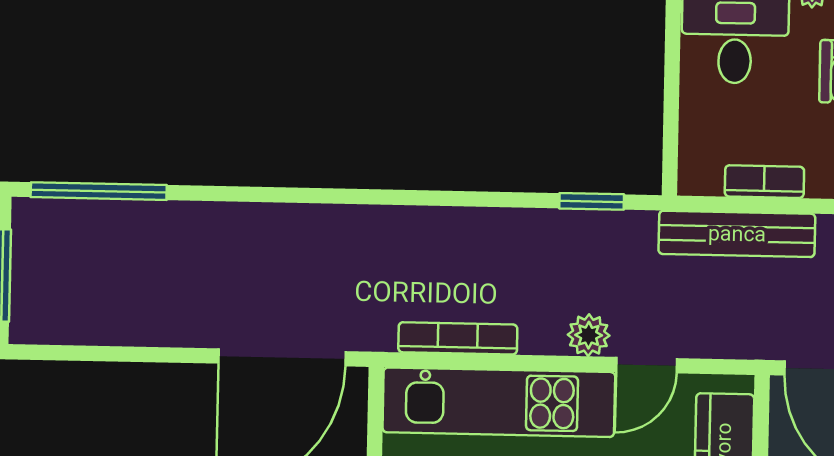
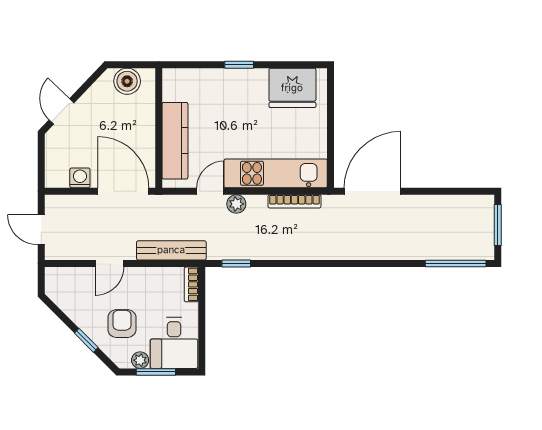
bookcase: (764, 182) -> (191, 284), moved, turned 90

